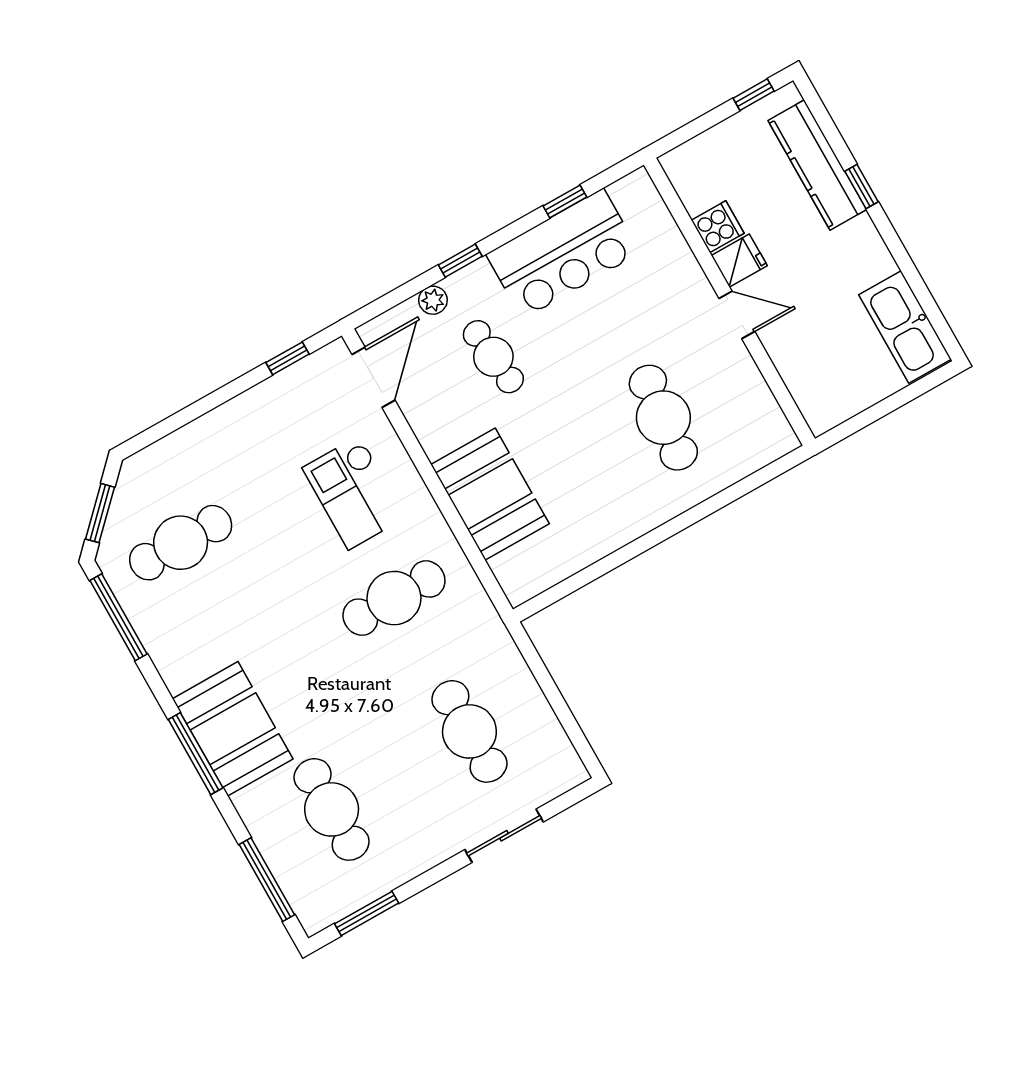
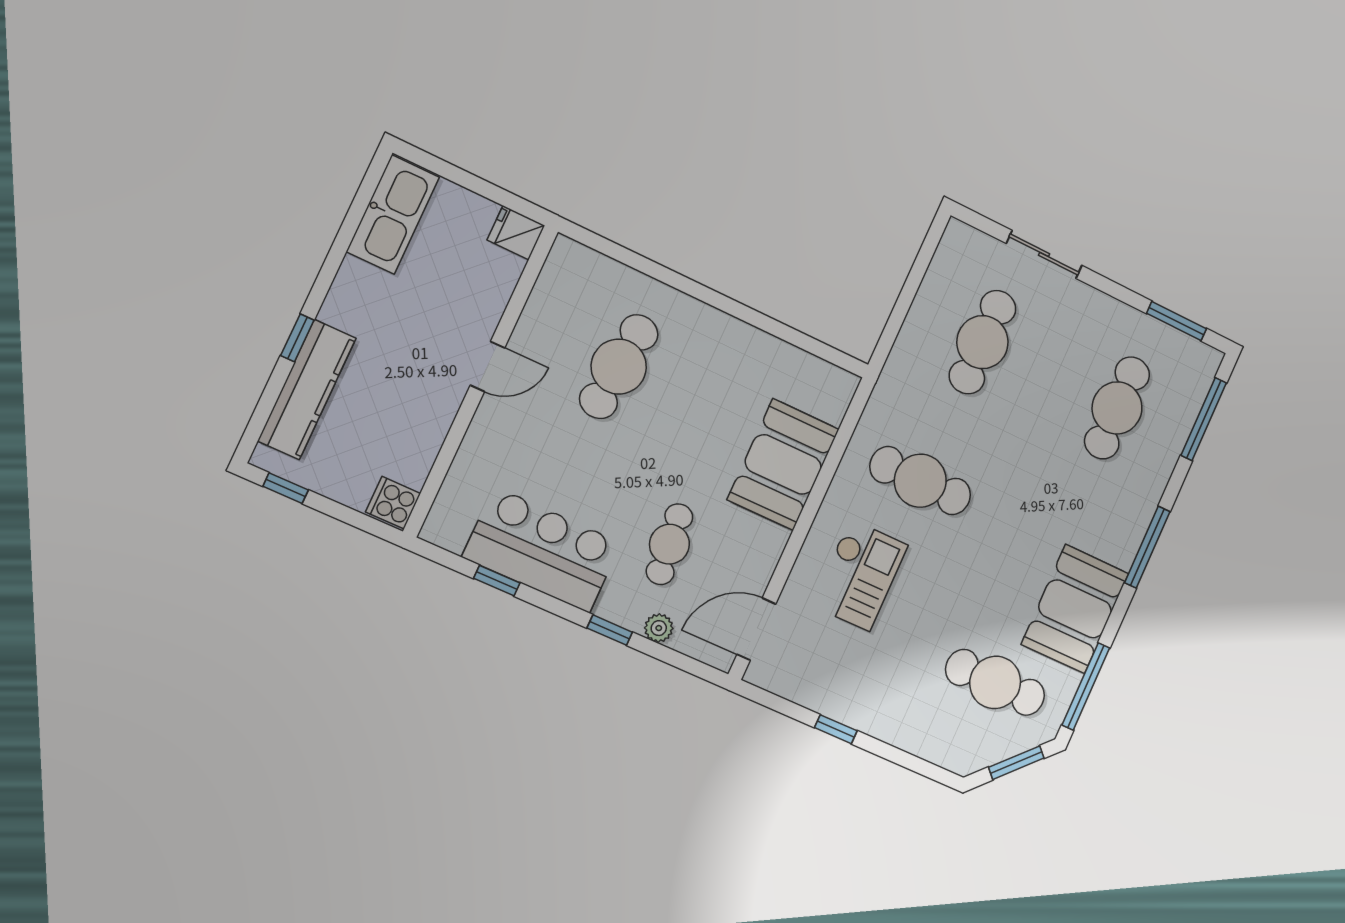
cooker: (718, 227) -> (393, 503), moved
fridge: (739, 261) -> (516, 233), moved
door: (737, 315) -> (487, 366), swing flipped
window: (288, 358) -> (836, 729), moved
booth: (233, 729) -> (1075, 609), moved

